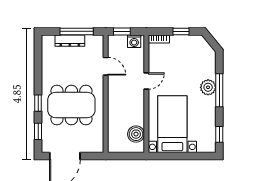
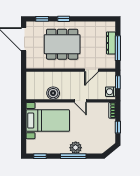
dining table: (71, 105) -> (62, 44), turned 90
boiler: (136, 134) -> (53, 93), moved

